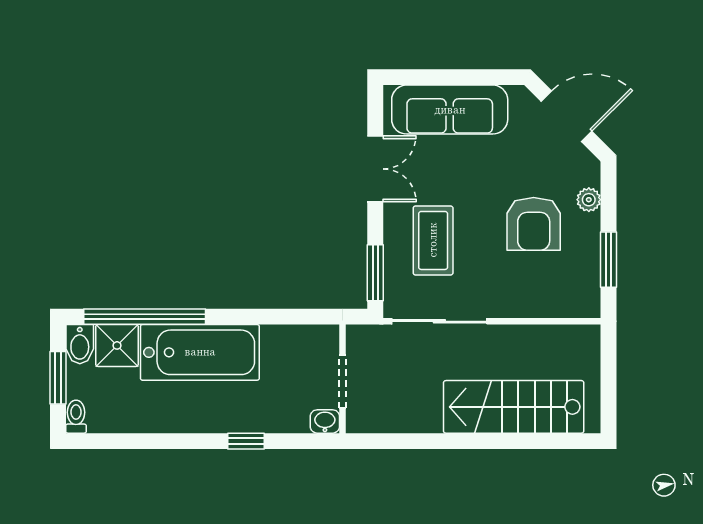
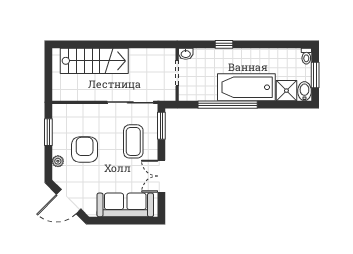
window: (145, 317) -> (228, 105), moved

